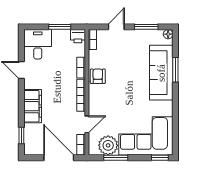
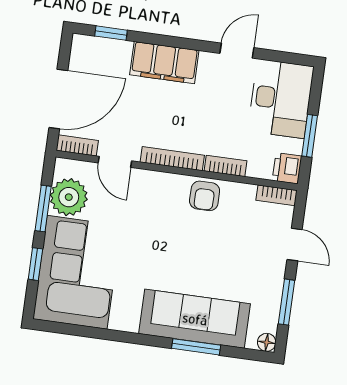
desk: (38, 44) -> (281, 99), width x1.37
armchair: (98, 76) -> (205, 196), turned 90
window: (160, 158) -> (35, 264), moved

